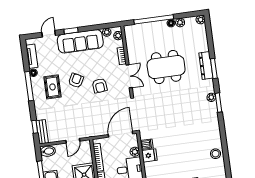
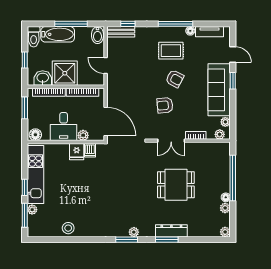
dining table: (166, 67) -> (176, 185), width x0.73

